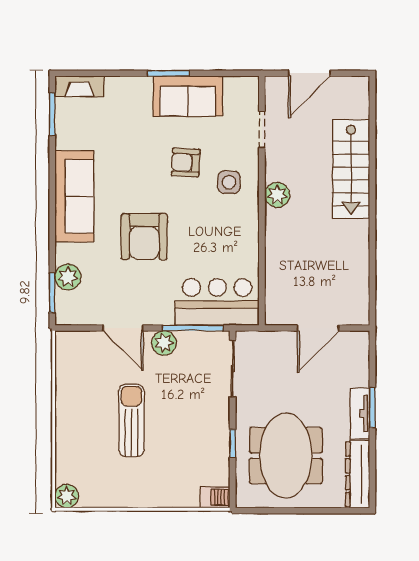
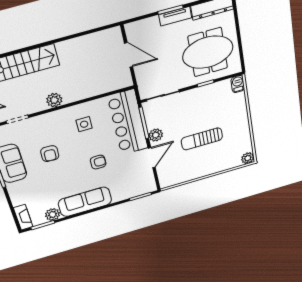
side table: (229, 182) -> (84, 124), moved
armchair: (144, 237) -> (98, 162), width x0.53, depth x0.53
plant: (68, 277) -> (53, 215), moved
bar counter: (217, 302) -> (128, 122), width x1.36

